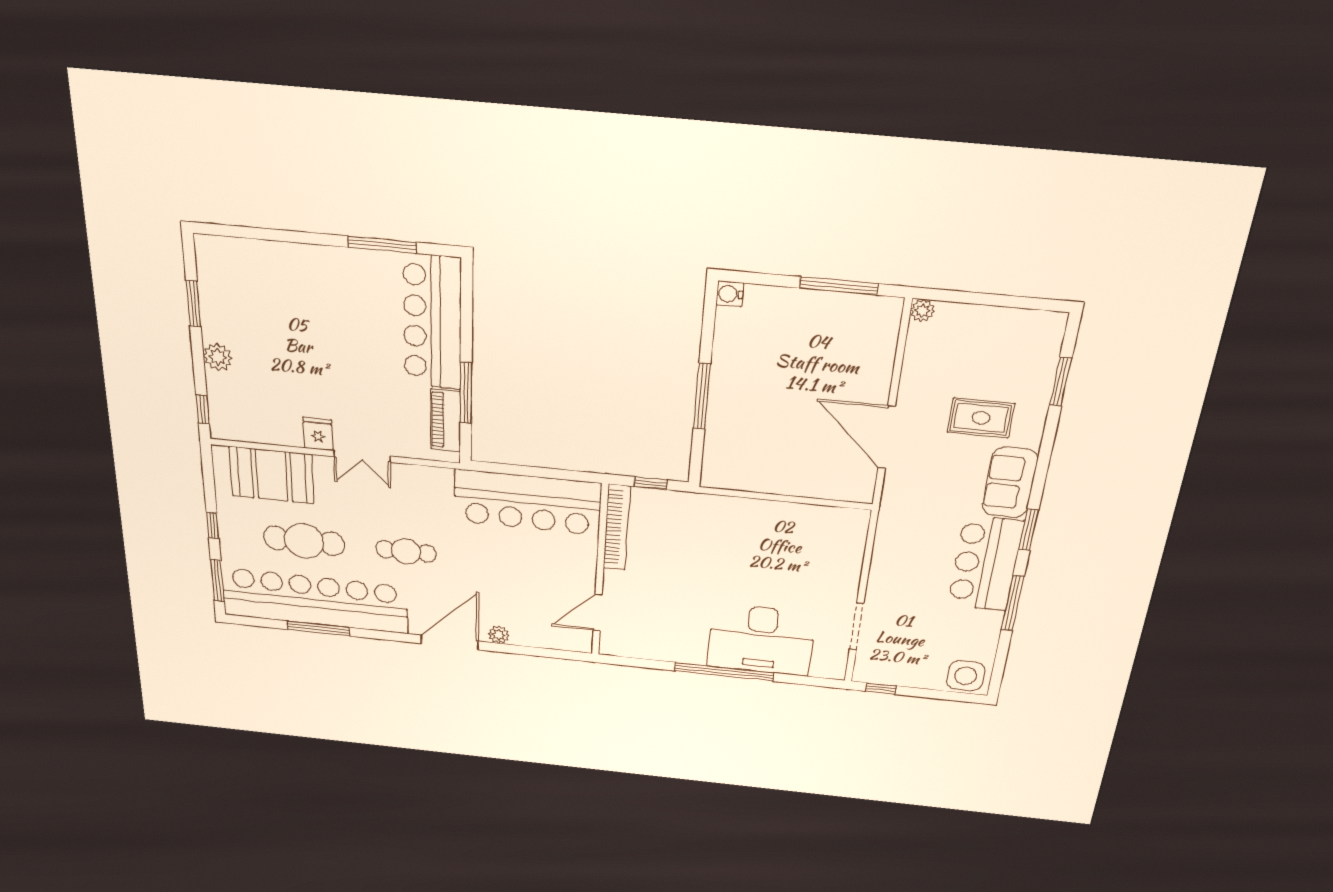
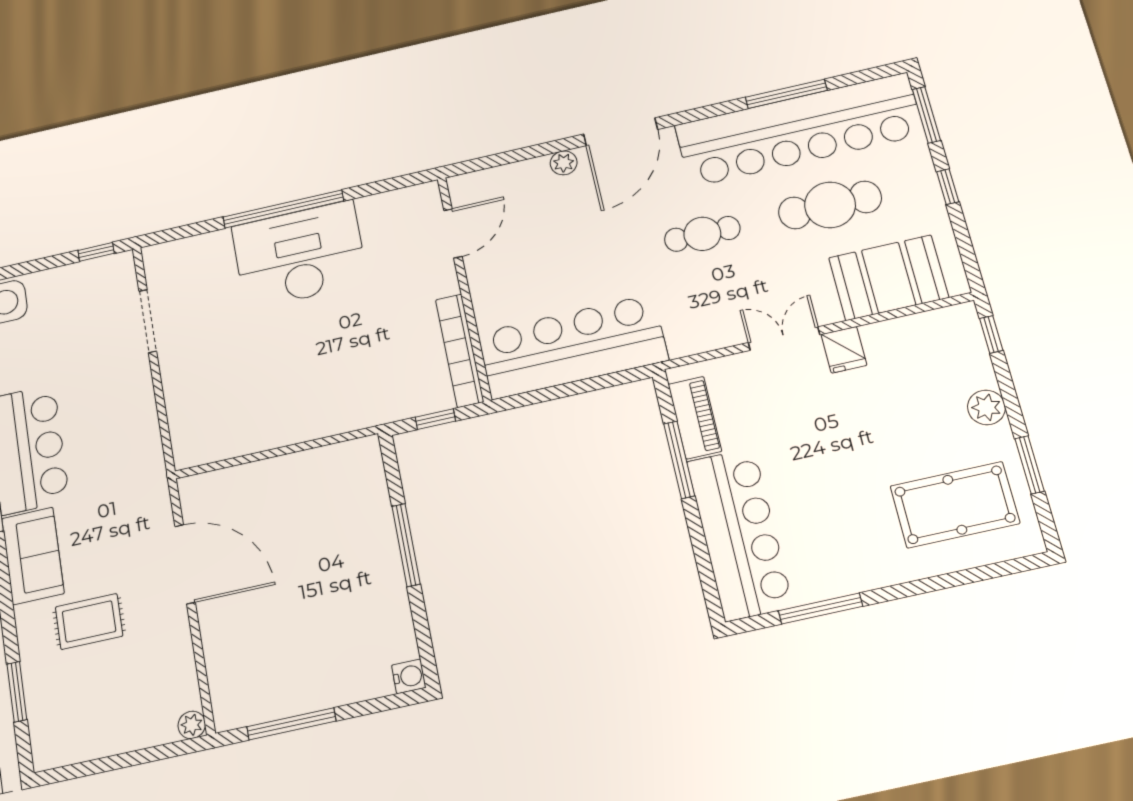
pool table: (258, 292) -> (955, 505), added
desk: (761, 640) -> (300, 255), moved

